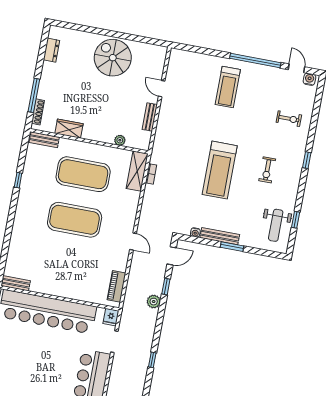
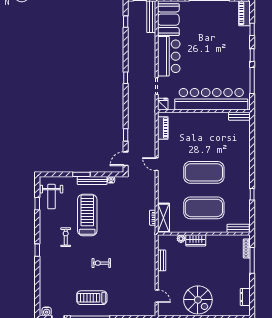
treadmill: (228, 87) -> (92, 298), moved, turned -90
door: (162, 89) -> (157, 296), moved
exercise bike: (289, 119) -> (101, 263), moved
wardrobe: (69, 129) -> (196, 240), moved
treadmill: (220, 170) -> (87, 215), moved
weight bench: (276, 225) -> (51, 197), turned 180
plant: (154, 302) -> (133, 122), removed

